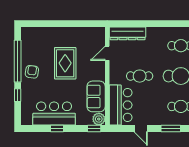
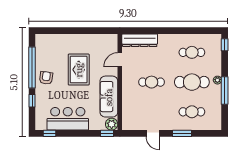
sofa: (96, 96) -> (109, 97), width x1.36
bar counter: (121, 105) -> (133, 110), removed
window: (57, 129) -> (49, 133), moved

